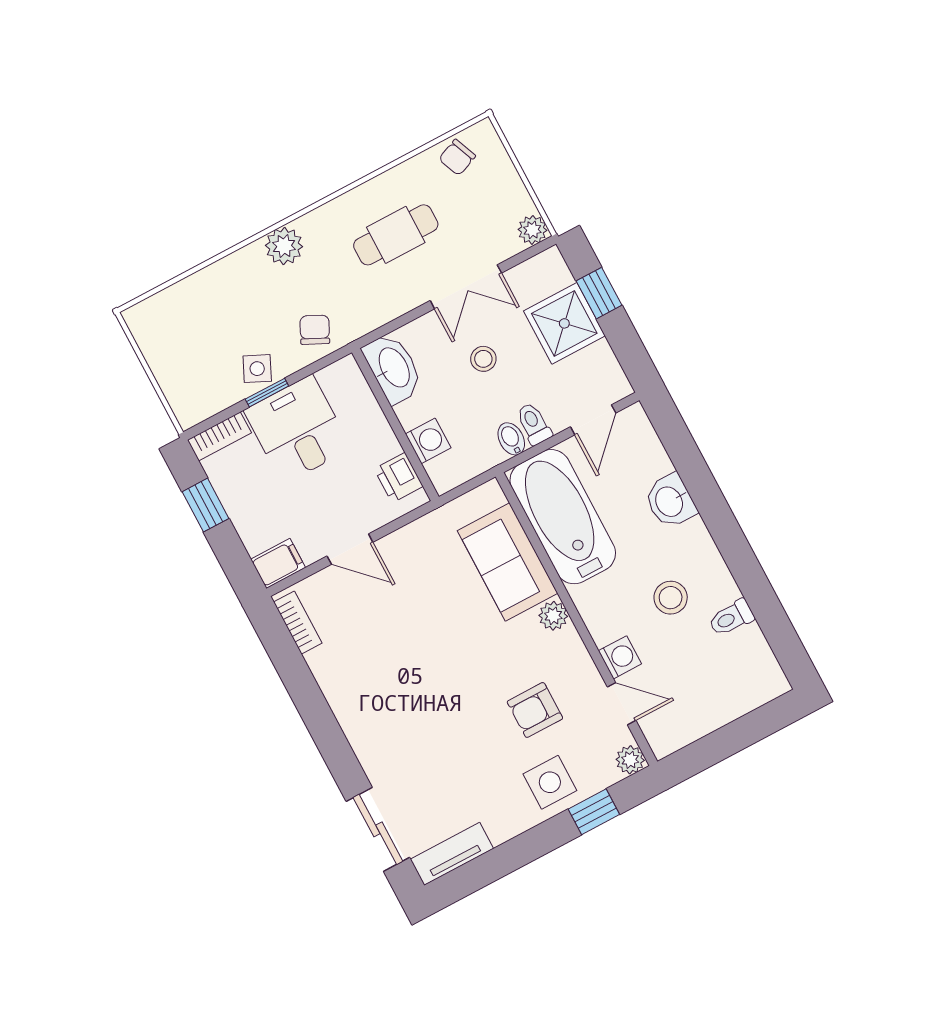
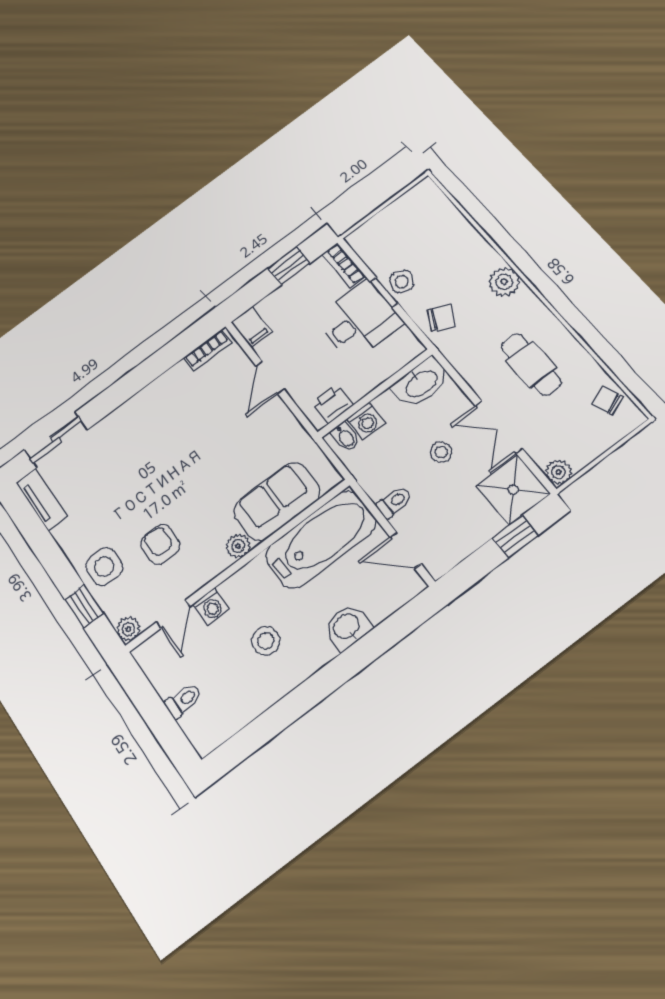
shower: (564, 323) -> (513, 490), moved
bidet: (511, 439) -> (345, 437), moved, turned 90
toilet: (731, 618) -> (184, 700), moved, turned 90

